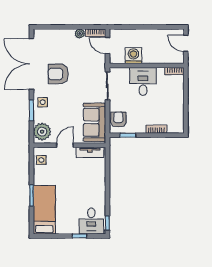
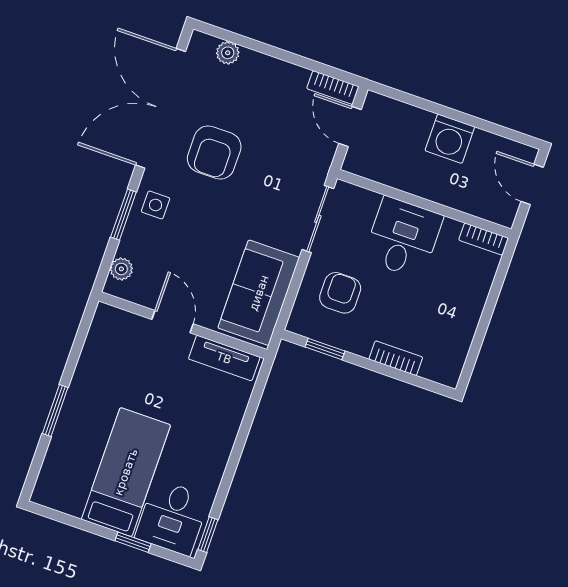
plant: (80, 33) -> (228, 53), moved
washing machine: (133, 56) -> (450, 139), moved, turned 180
armchair: (58, 74) -> (214, 152), turned -90
armchair: (118, 120) -> (340, 293), moved
plant: (42, 132) -> (121, 269), width x0.53, depth x0.53
door: (65, 145) -> (172, 322), hinge flipped
side table: (41, 160) -> (106, 337), removed
bed: (44, 210) -> (126, 472), moved

